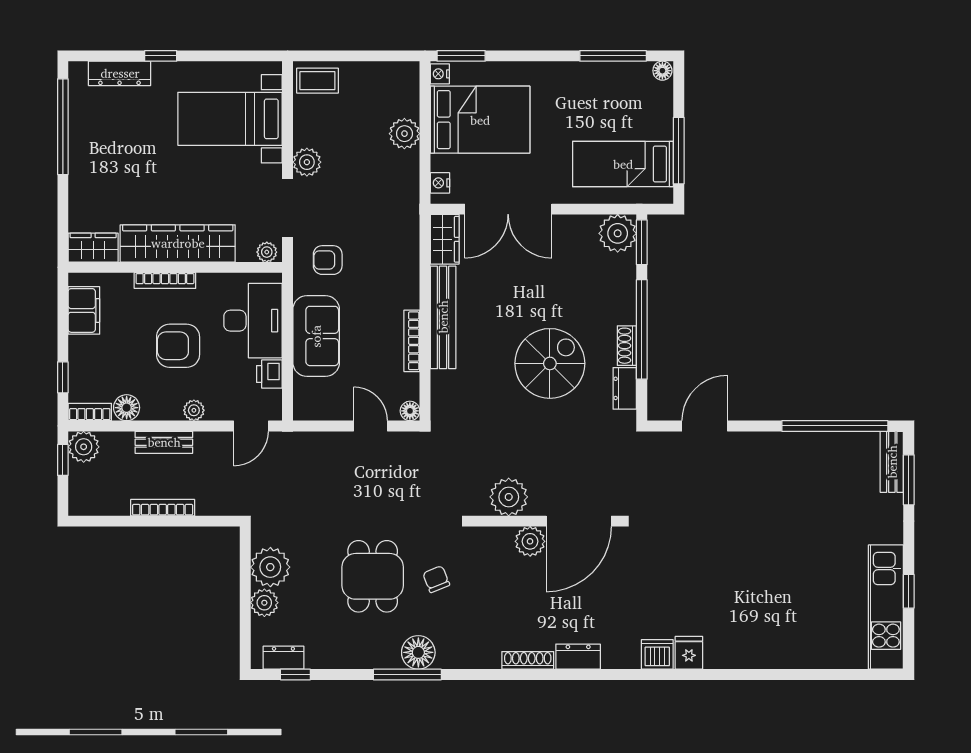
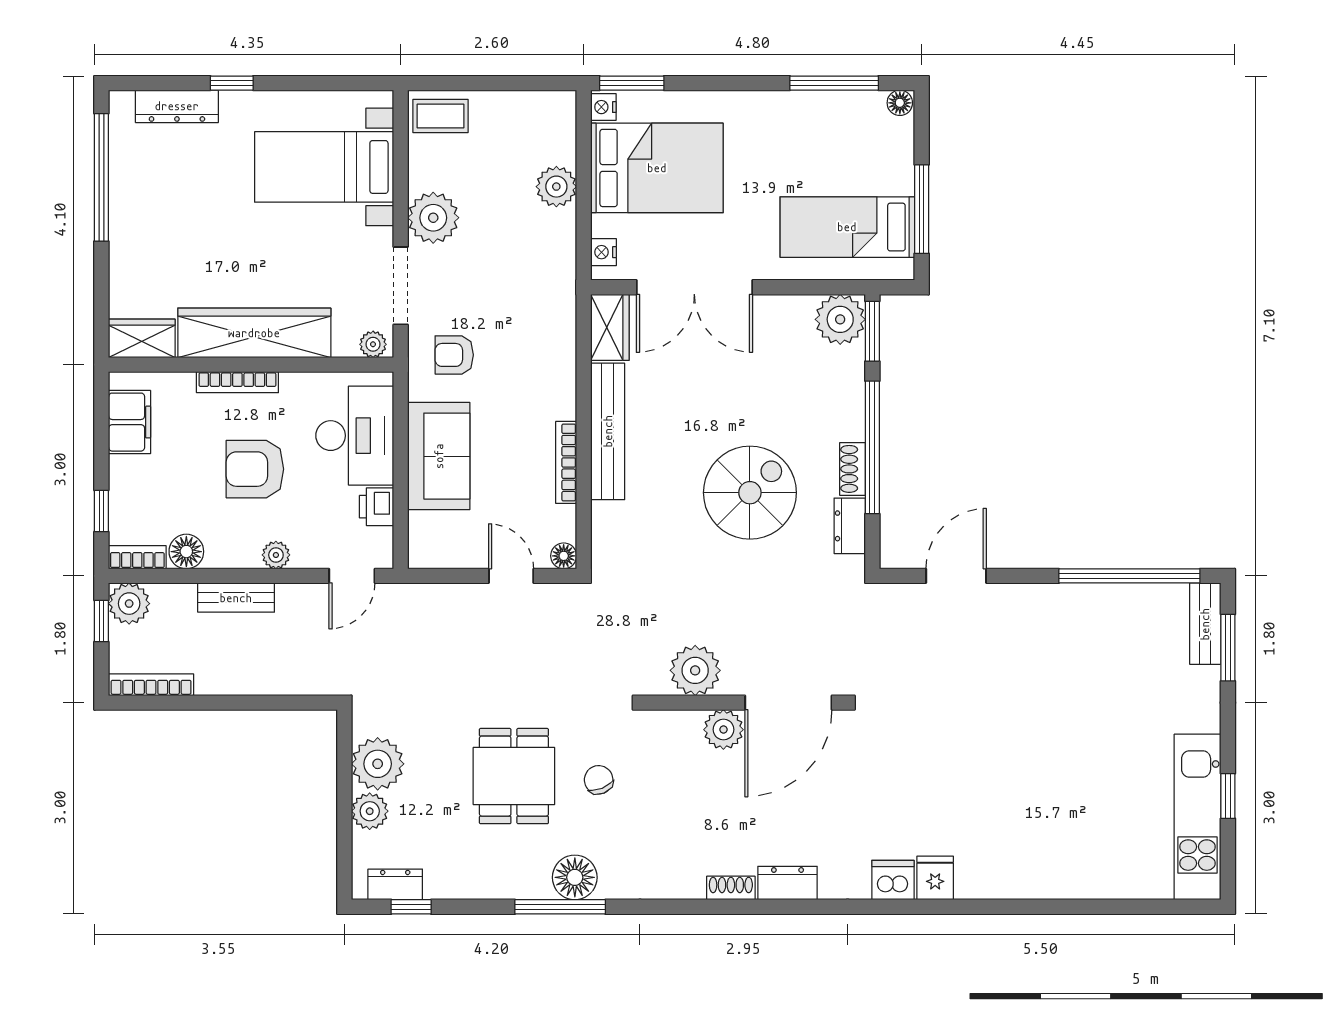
plant: (307, 162) -> (433, 218), width x1.36, depth x1.36
bookcase: (163, 508) -> (151, 685), moved
shoe rack: (528, 660) -> (731, 888), width x0.70

